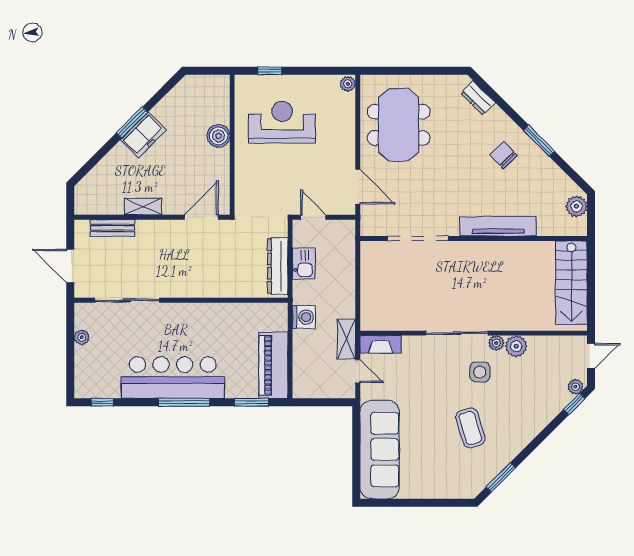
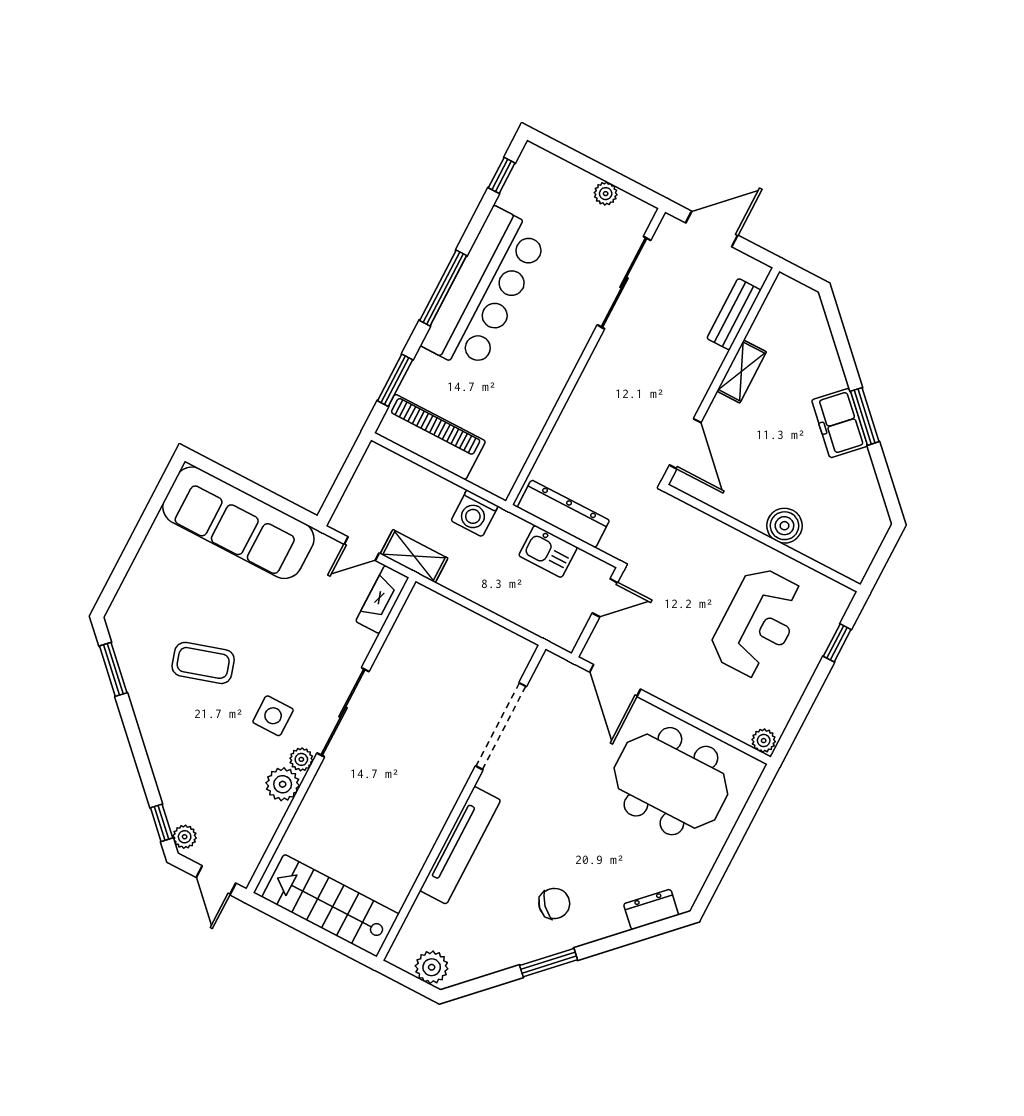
door: (358, 187) -> (615, 681), hinge flipped

